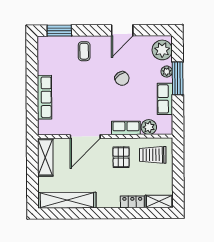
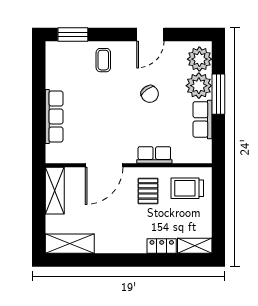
plant: (167, 72) -> (199, 86), width x1.87, depth x1.87
plant: (149, 127) -> (183, 154), removed
shelving: (67, 200) -> (70, 244), width x0.68

